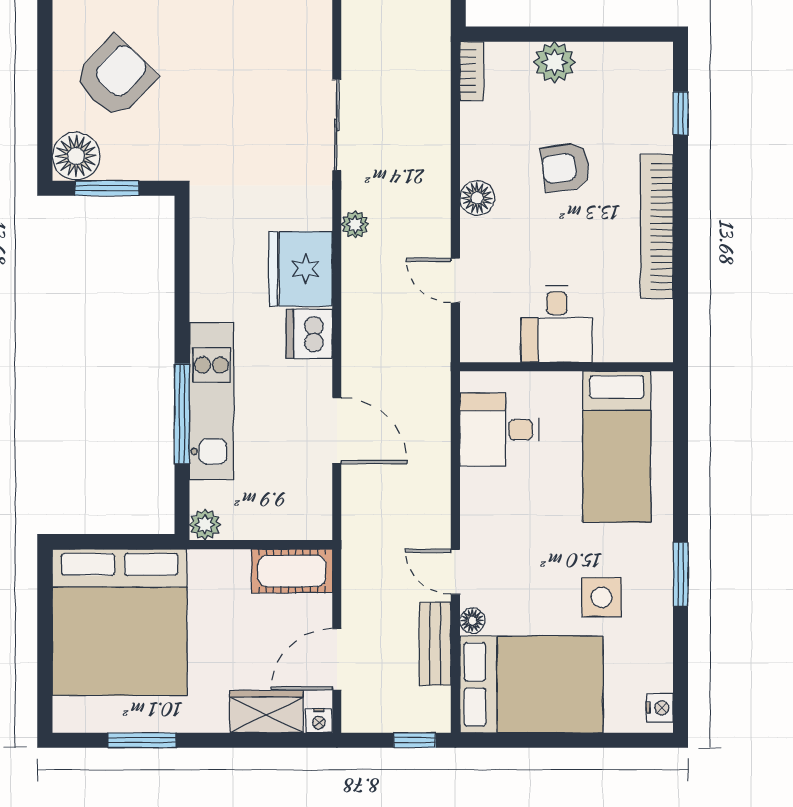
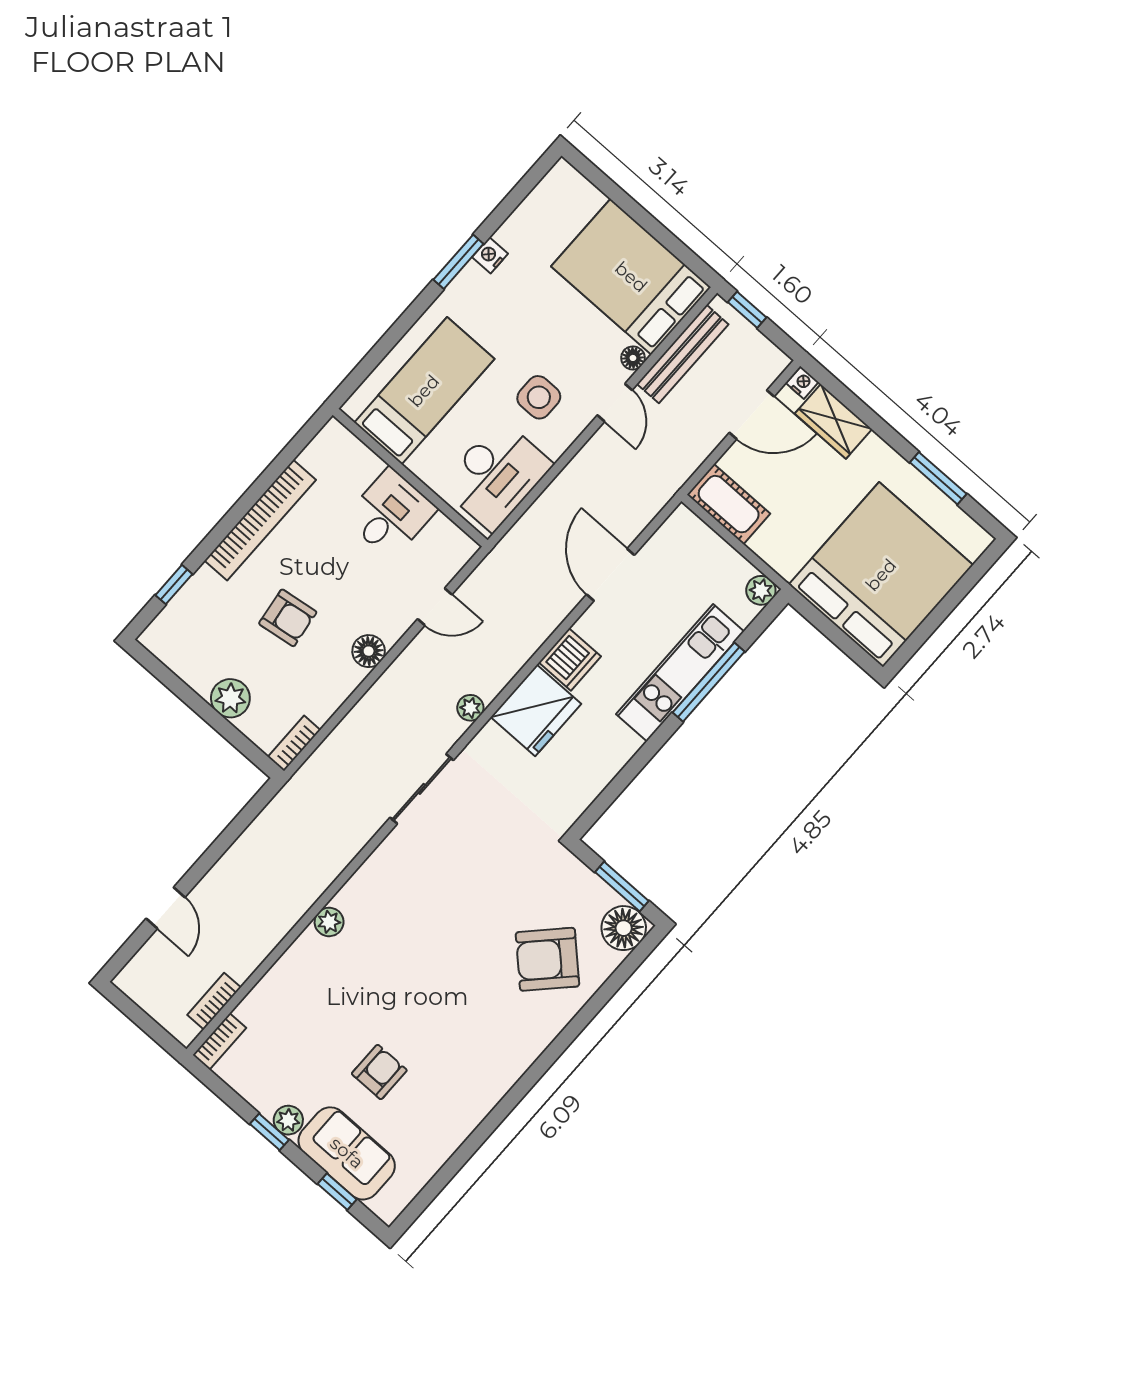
door: (455, 280) -> (435, 607), hinge flipped
desk: (499, 430) -> (496, 475), width x1.37
side table: (602, 597) -> (539, 397), moved
bench: (435, 644) -> (683, 354), width x1.36
nightstand: (660, 708) -> (490, 255), moved

